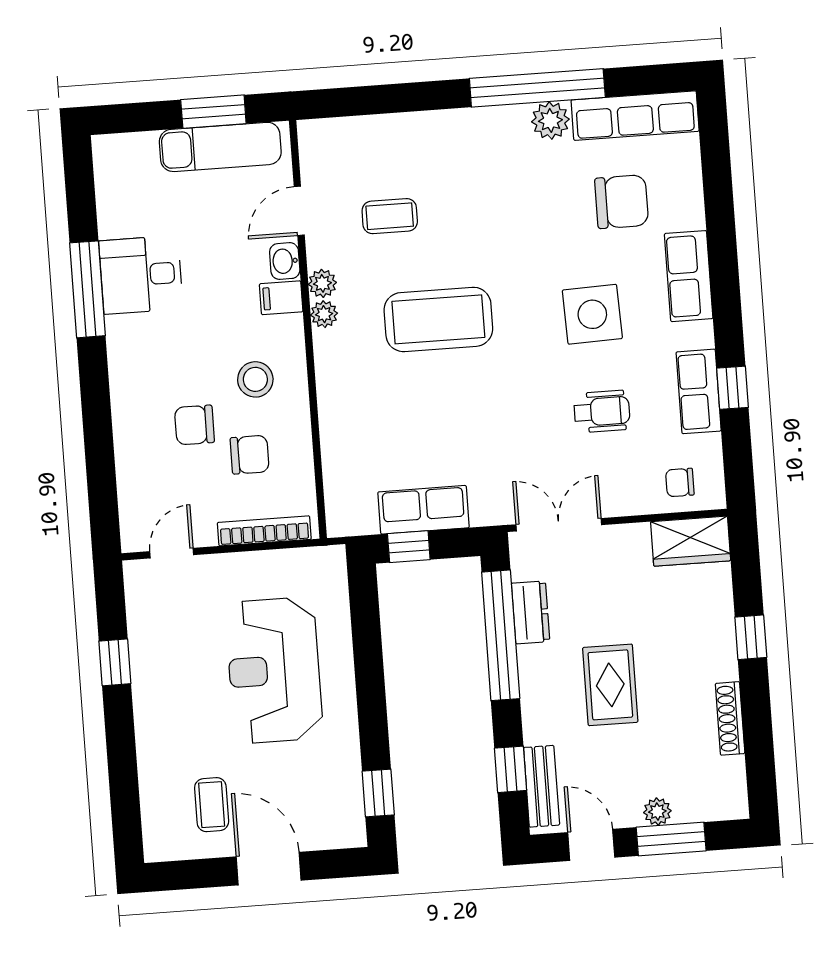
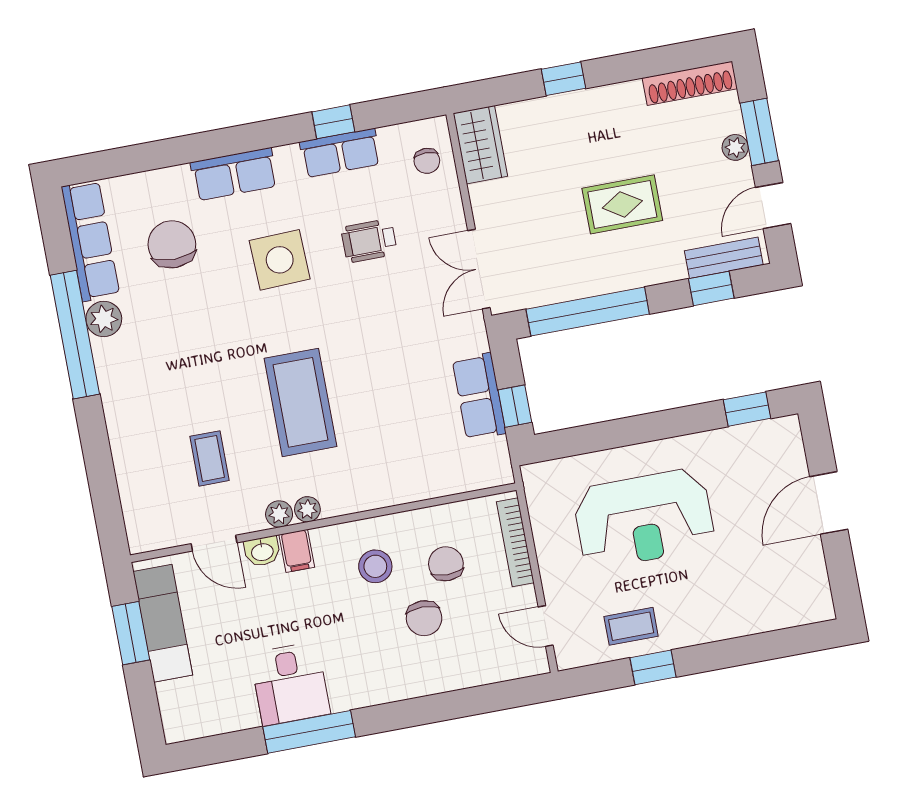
wheelchair: (602, 411) -> (369, 241), turned -90
dresser: (531, 612) -> (563, 286), removed
shoe rack: (730, 718) -> (690, 83), moved, width x1.36, depth x1.24
coffee table: (212, 805) -> (631, 626), moved

